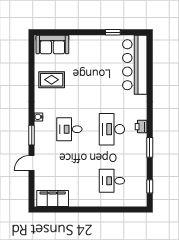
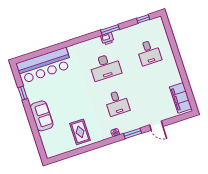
sofa: (52, 44) -> (42, 116), moved
printer: (141, 127) -> (107, 39), moved

